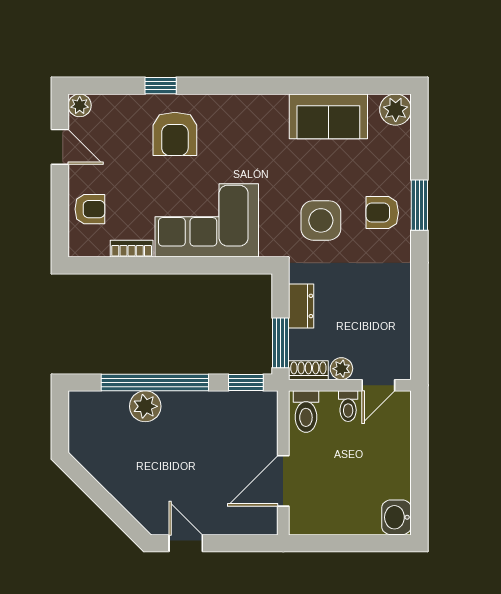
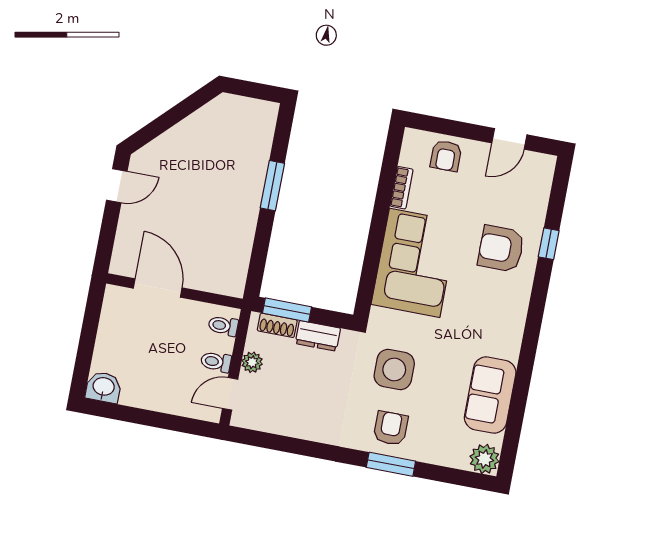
plant: (80, 105) -> (545, 165), removed
shoe rack: (308, 370) -> (277, 325), moved, turned 90
window: (155, 383) -> (272, 186), width x0.47
window: (246, 383) -> (256, 271), removed
door: (378, 385) -> (230, 394), hinge flipped
plant: (145, 406) -> (252, 172), removed
toilet: (306, 412) -> (223, 326), width x0.73, depth x0.72

